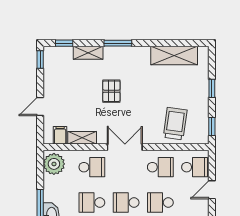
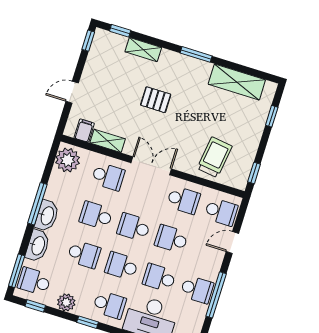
window: (118, 43) -> (196, 54), moved
window: (212, 88) -> (272, 116), moved
pallet: (111, 91) -> (156, 100), turned 90

